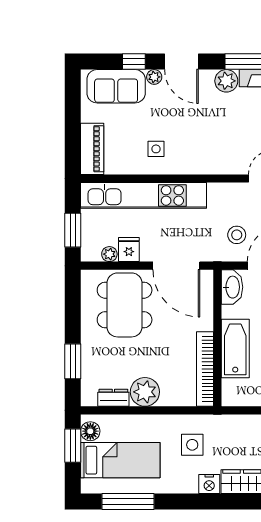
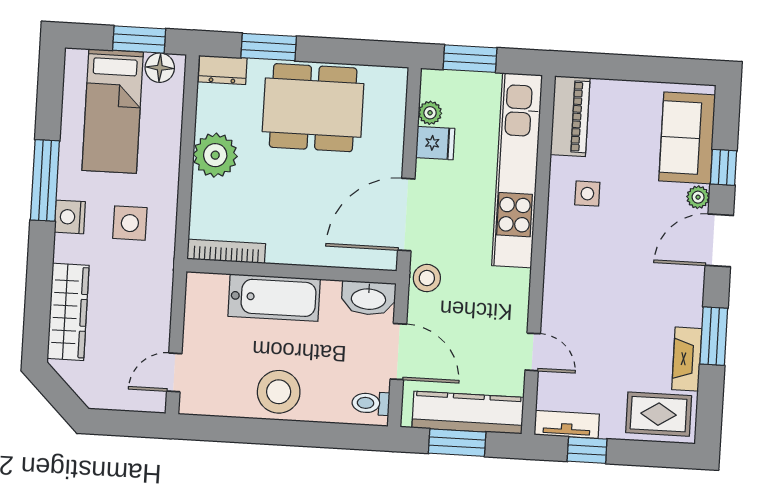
plant: (226, 81) -> (686, 308), removed
piano: (92, 149) -> (570, 116), moved, turned -90
stool: (237, 235) -> (427, 278), moved
dining table: (125, 305) -> (313, 108), moved
bookcase: (205, 369) -> (226, 251), width x0.68, depth x0.76
dresser: (113, 398) -> (223, 70), moved, turned 90
nightstand: (209, 484) -> (70, 217), moved
window: (128, 502) -> (45, 180), moved

